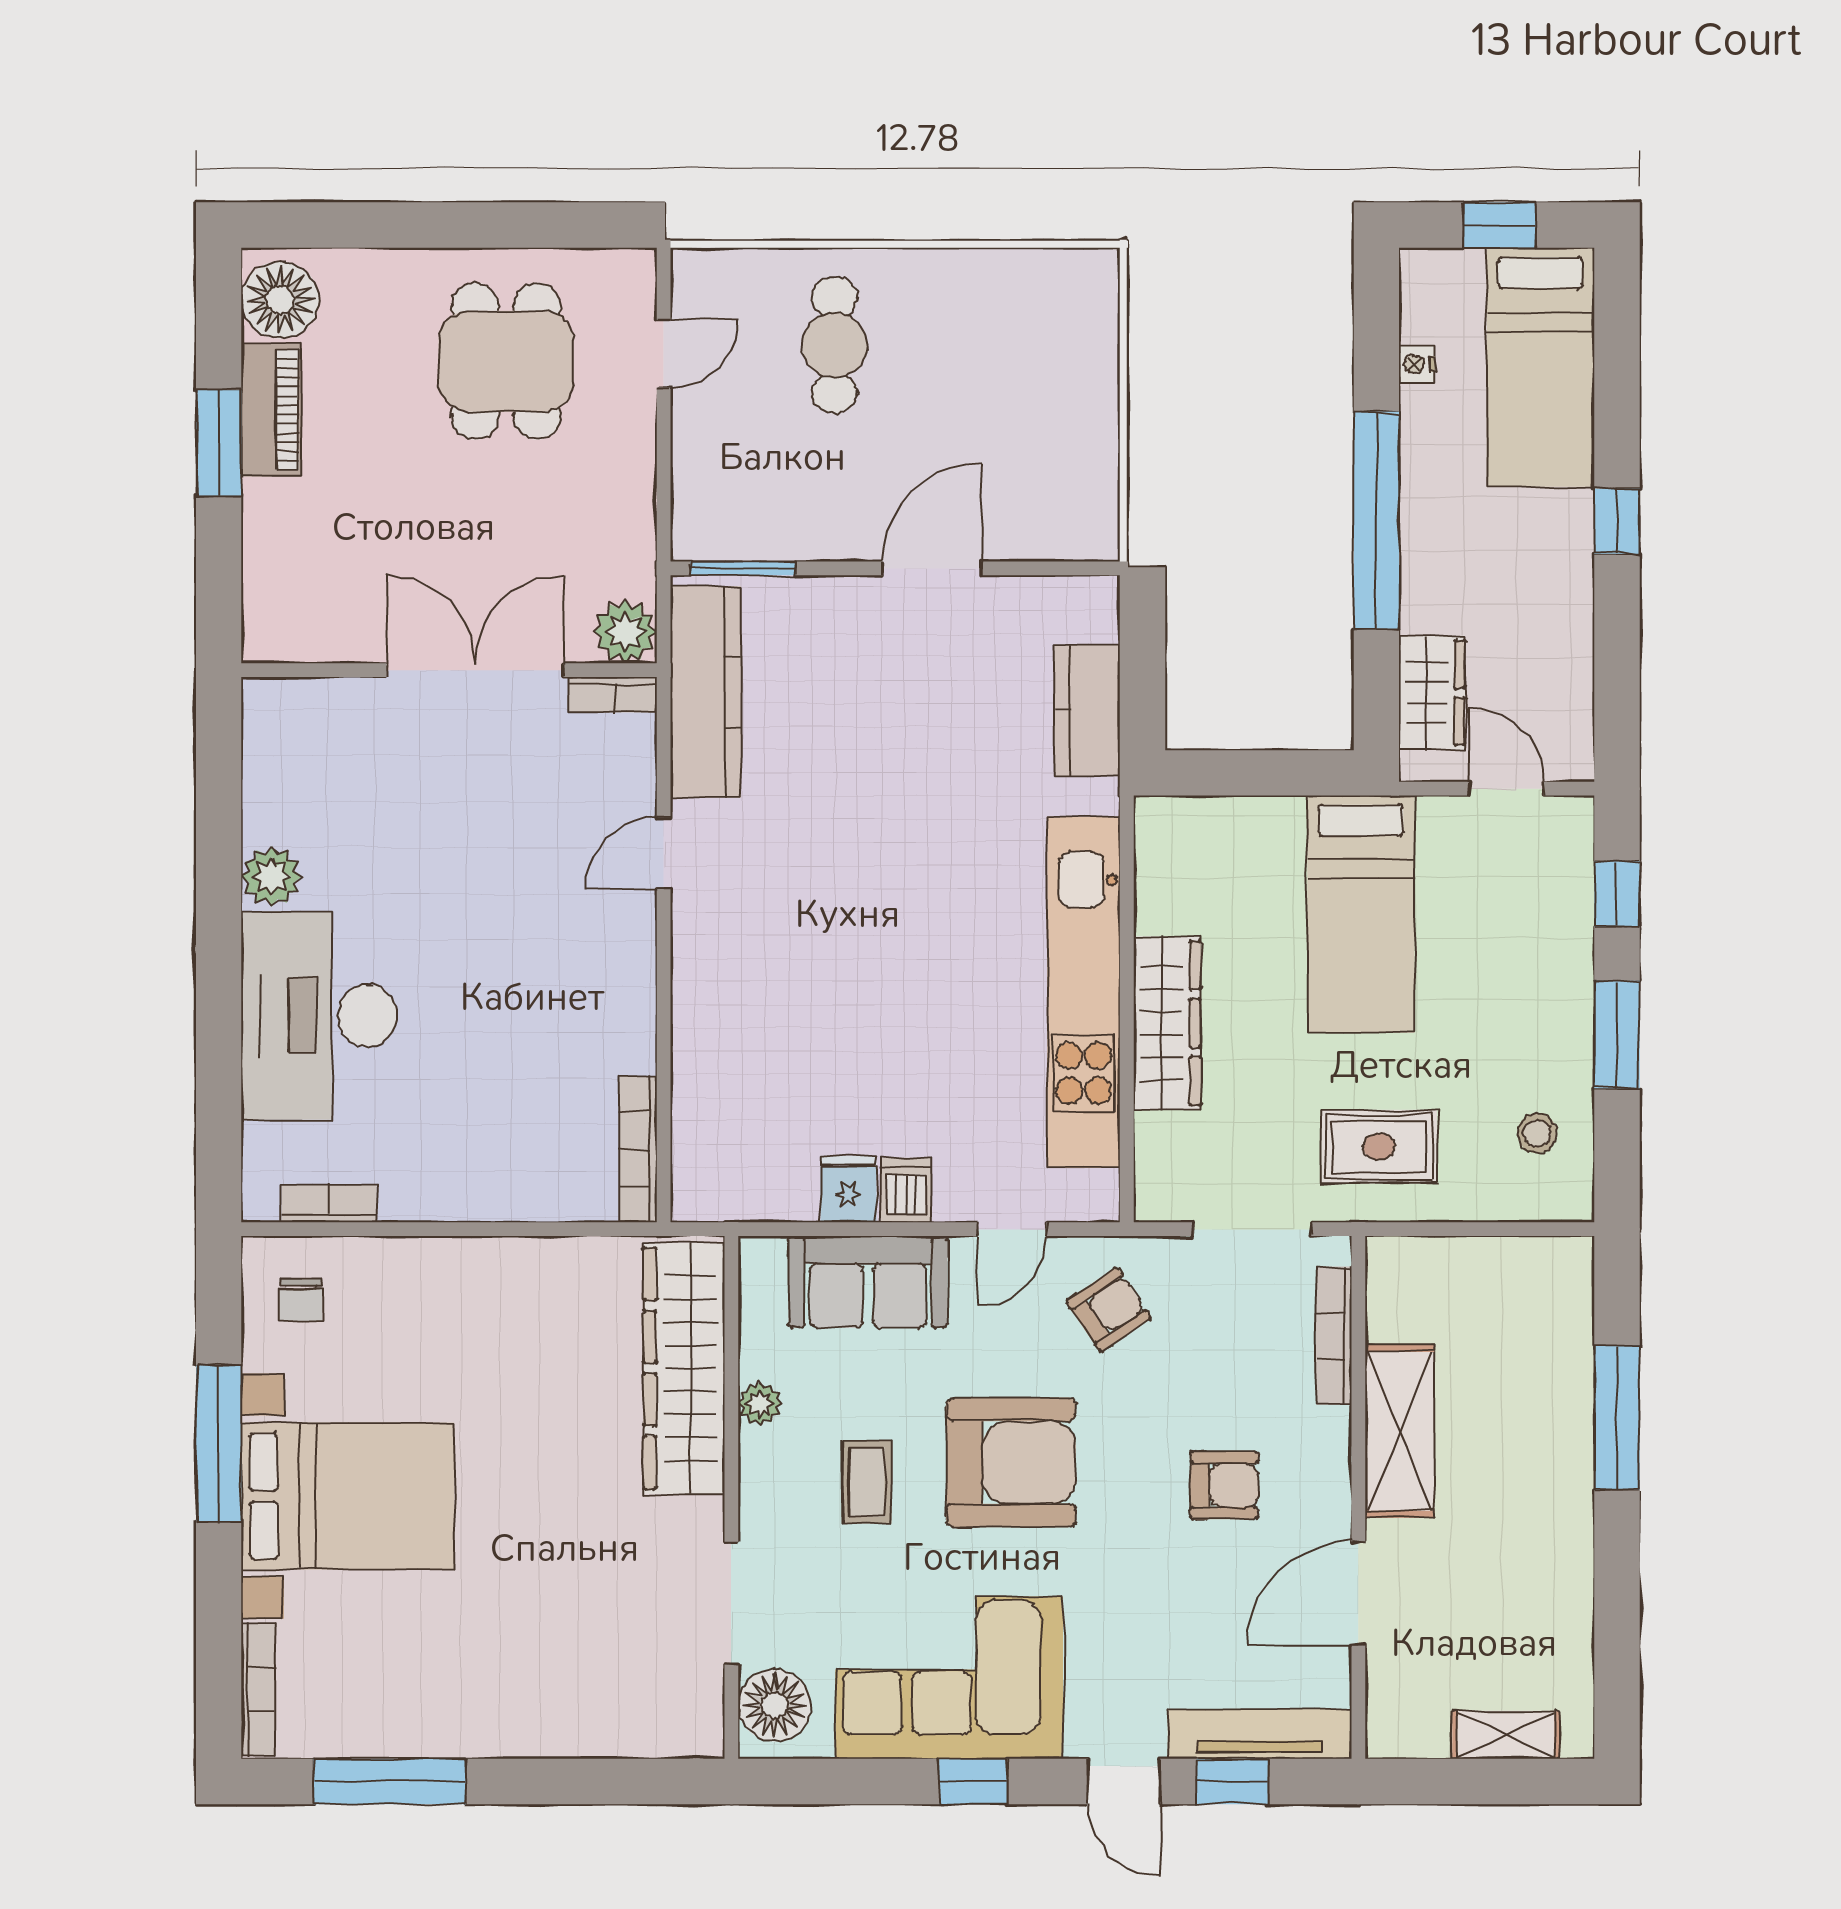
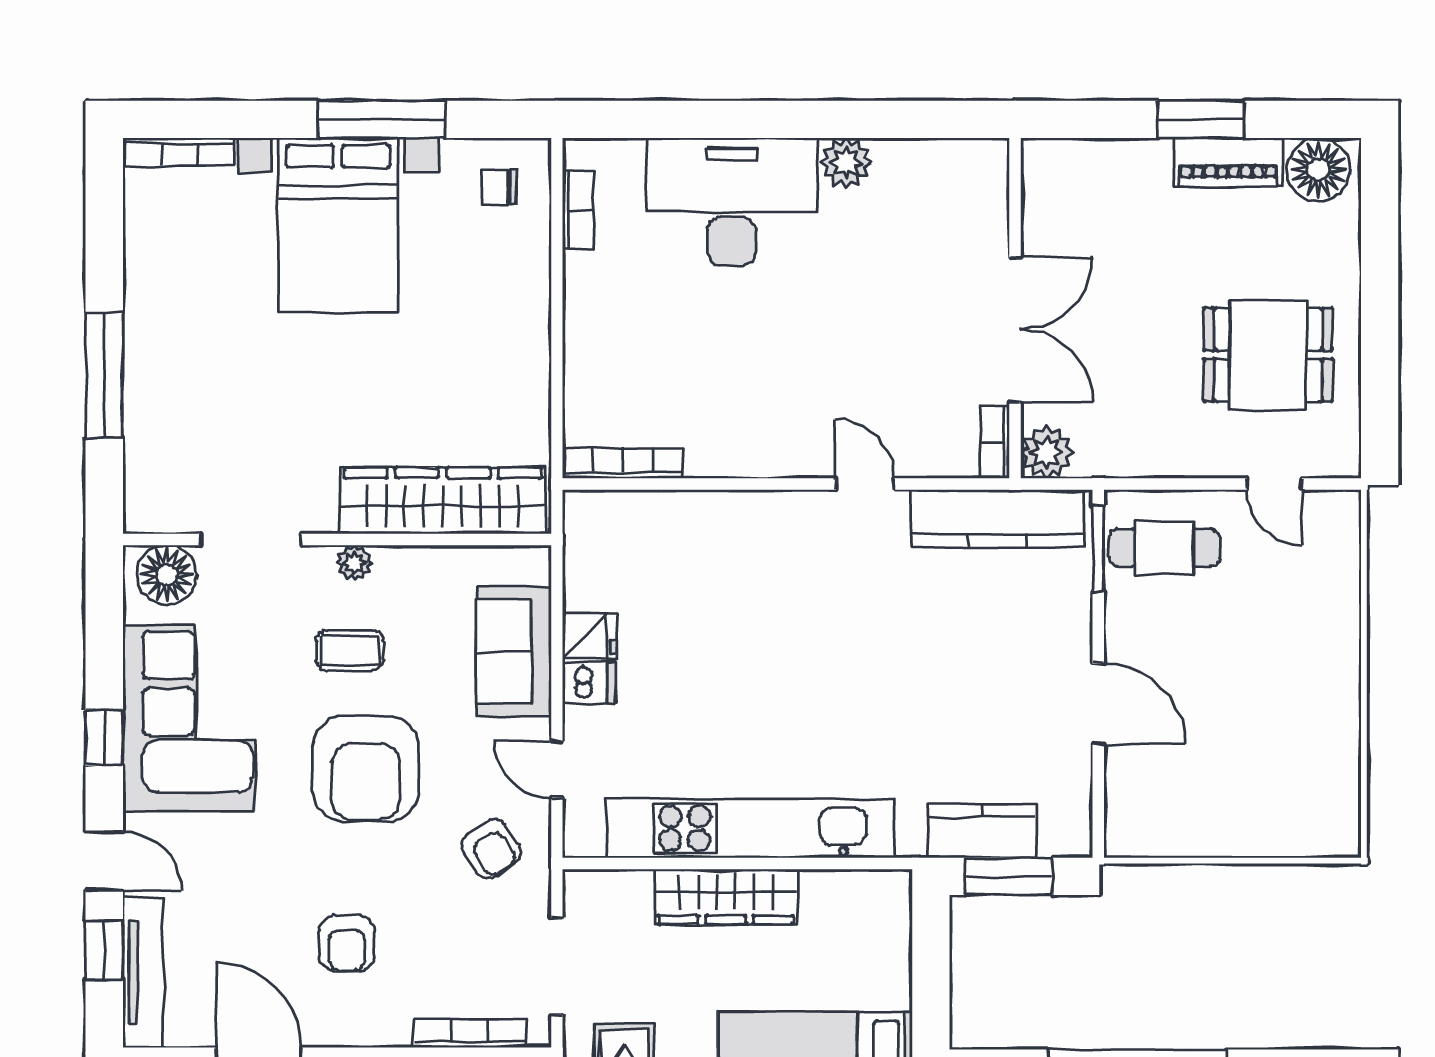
cafe table: (834, 345) -> (1164, 548), moved
window: (1143, 678) -> (1009, 876), added
plant: (760, 1404) -> (354, 563), moved
window: (390, 1781) -> (104, 375), moved
door: (1124, 1781) -> (104, 861), swing flipped

